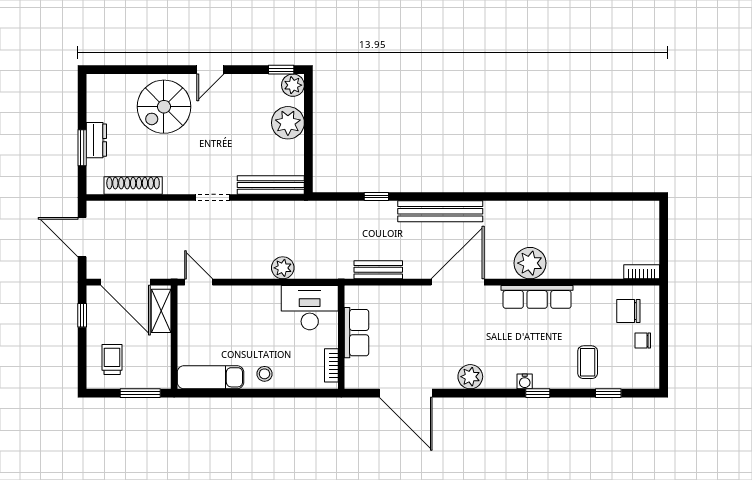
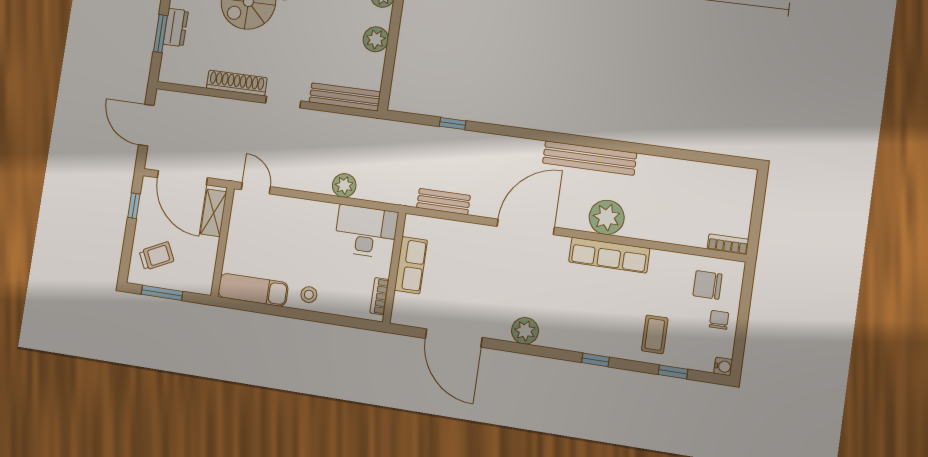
plant: (288, 123) -> (376, 39), width x0.73, depth x0.73
shoe rack: (133, 185) -> (237, 83), moved
bench: (440, 211) -> (590, 158), moved
chair: (643, 341) -> (719, 320), turned 90
trolley: (112, 359) -> (157, 256), turned 64
water cooler: (525, 381) -> (723, 366), moved, turned -90
window: (140, 393) -> (162, 293), moved

